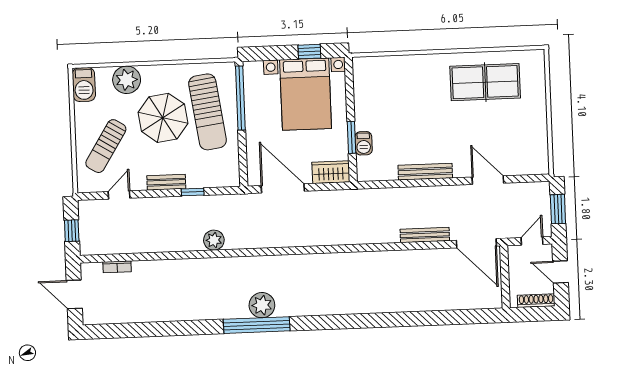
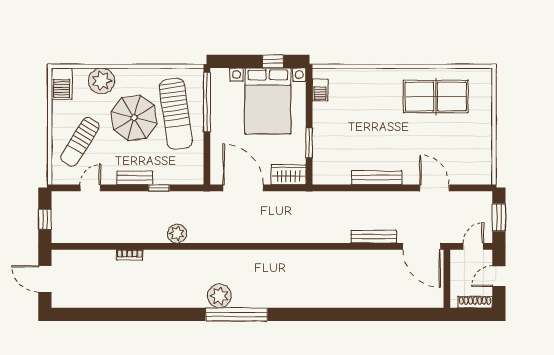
barbecue: (364, 143) -> (320, 90), moved
bookcase: (117, 267) -> (130, 255), moved
door: (560, 272) -> (499, 276), hinge flipped
window: (257, 325) -> (237, 314), moved

